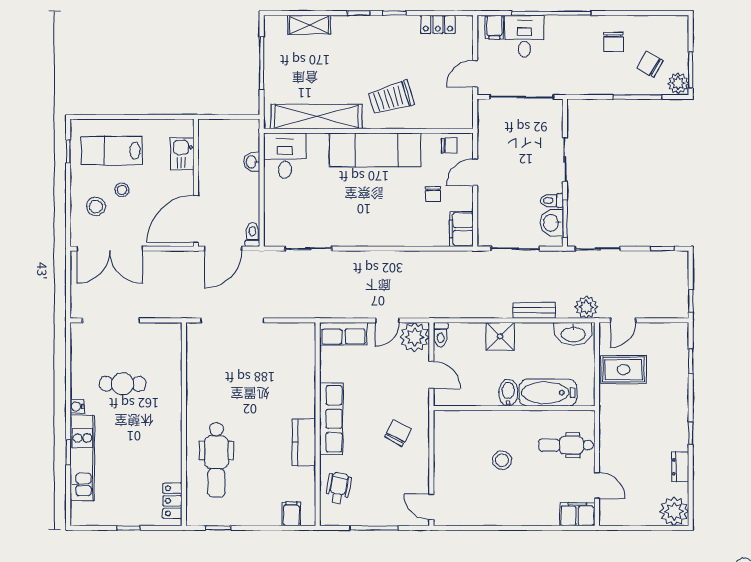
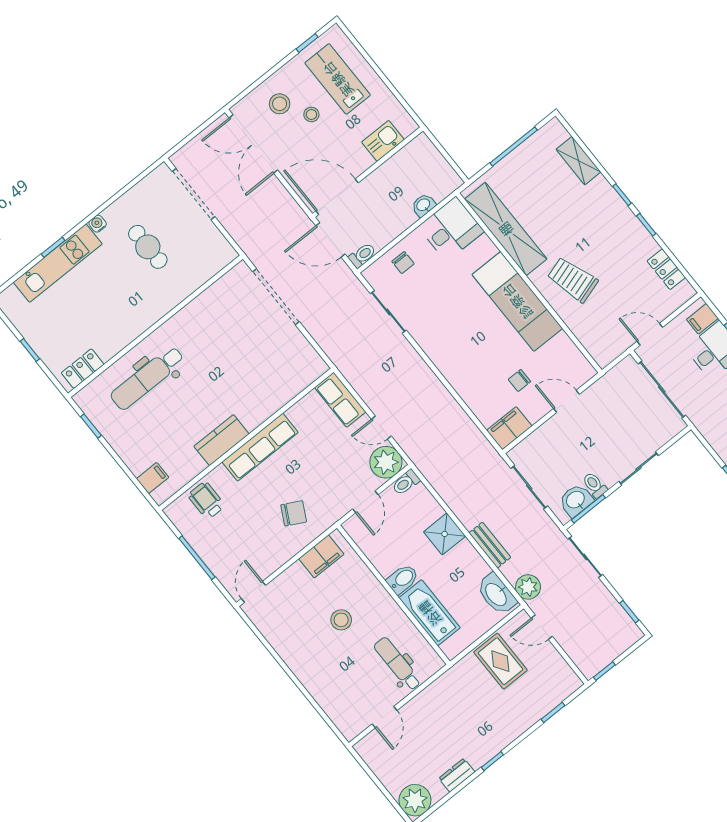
chair: (449, 145) -> (403, 263), moved
wheelchair: (338, 488) -> (206, 500), turned -101
filing cabinet: (577, 514) -> (321, 556), moved, turned 90

